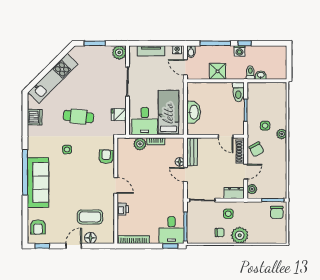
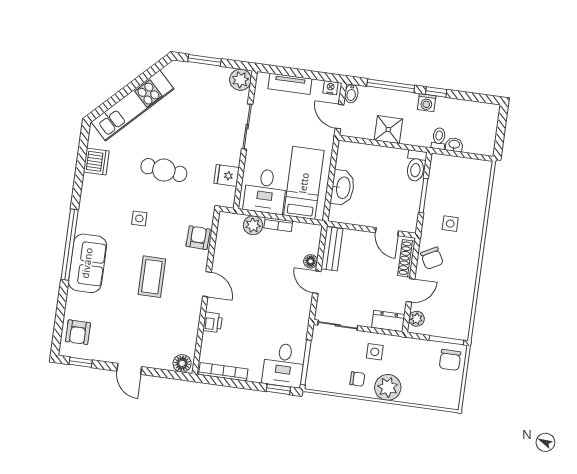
plant: (282, 134) -> (474, 240), removed
sofa: (38, 183) -> (87, 263), width x0.73
coffee table: (90, 217) -> (152, 277), moved, turned 90
floor lamp: (90, 238) -> (182, 363), moved
door: (74, 246) -> (129, 369), swing flipped

